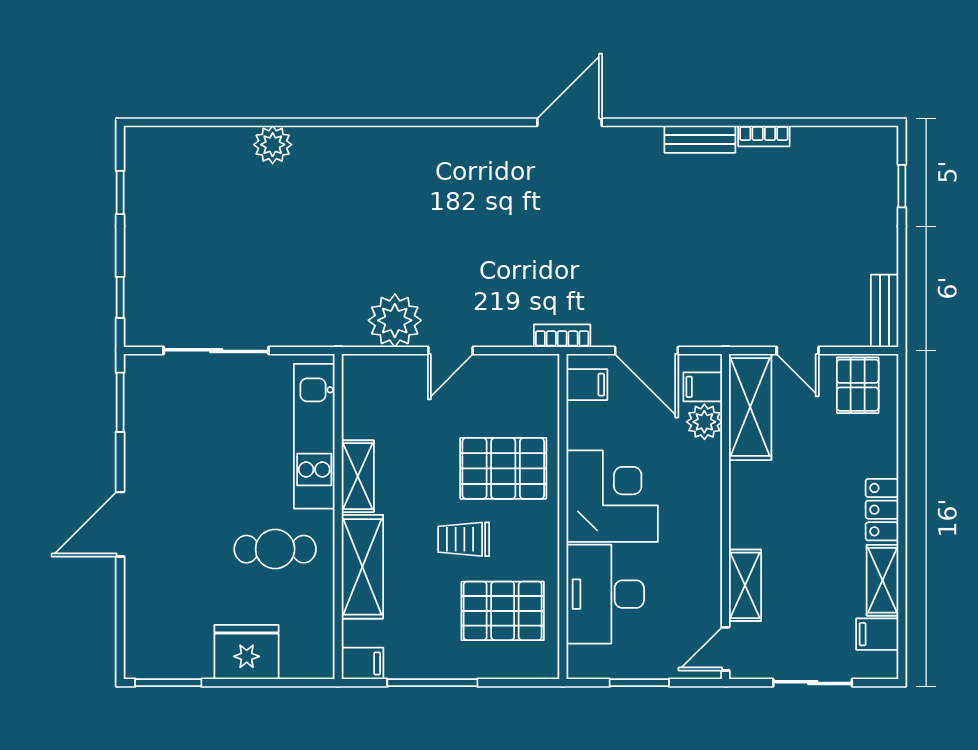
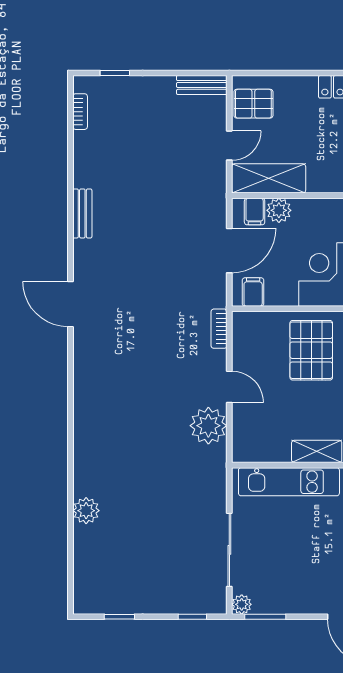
bookcase: (764, 136) -> (80, 112), moved
bookcase: (562, 336) -> (219, 329), moved
plant: (138, 368) -> (242, 604), added

